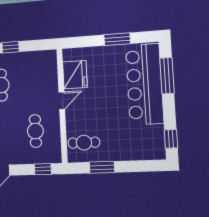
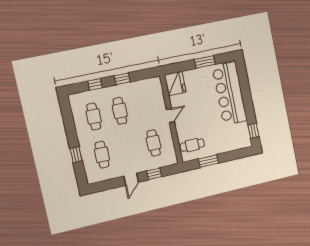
fridge: (75, 75) -> (175, 84), moved
window: (167, 76) -> (244, 85), removed
window: (43, 169) -> (154, 174), moved

